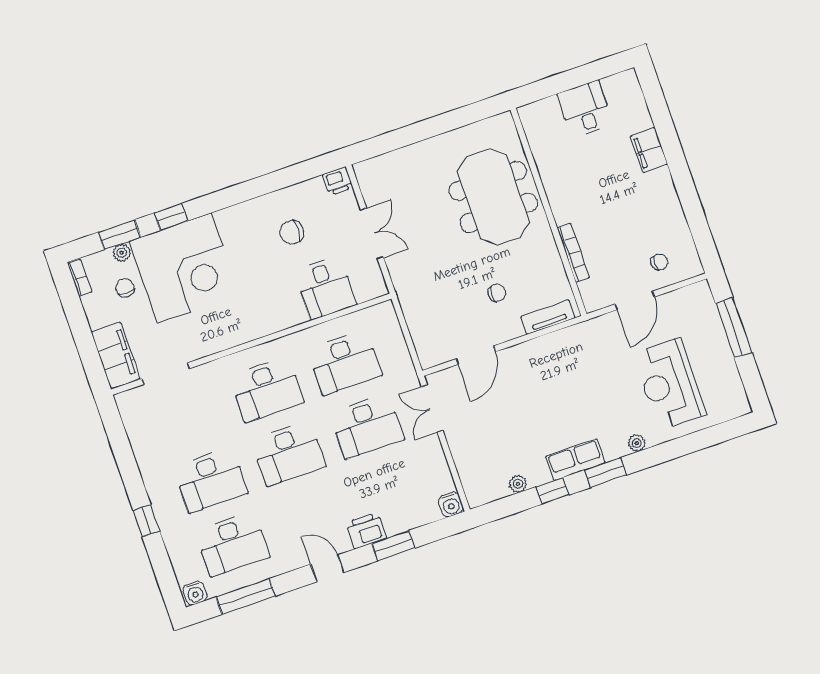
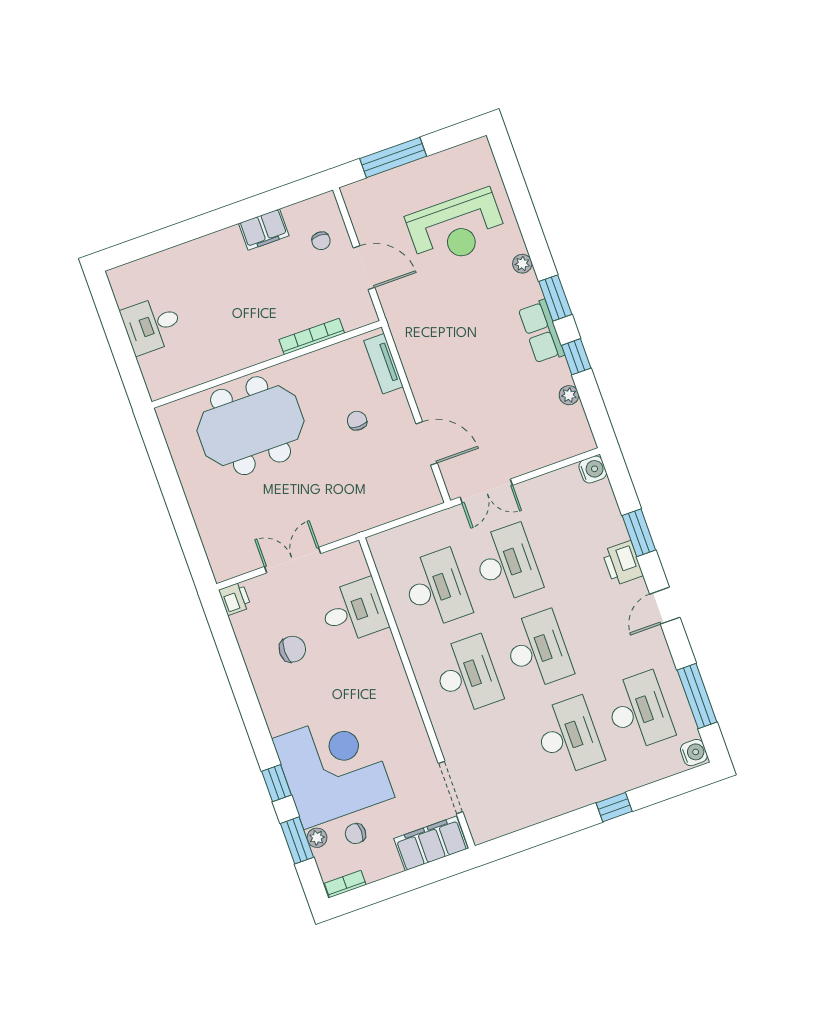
filing cabinet: (649, 150) -> (264, 230), moved
chair: (292, 232) -> (292, 649), turned -90
chair: (659, 262) -> (321, 241), turned 180

